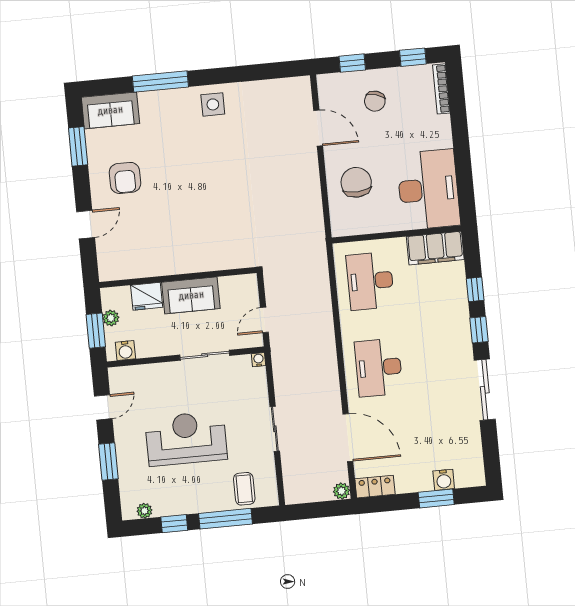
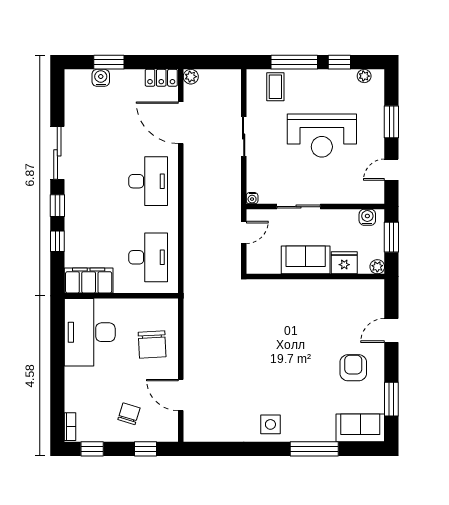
bookcase: (441, 89) -> (70, 427), width x0.64
plant: (111, 318) -> (377, 267), moved

